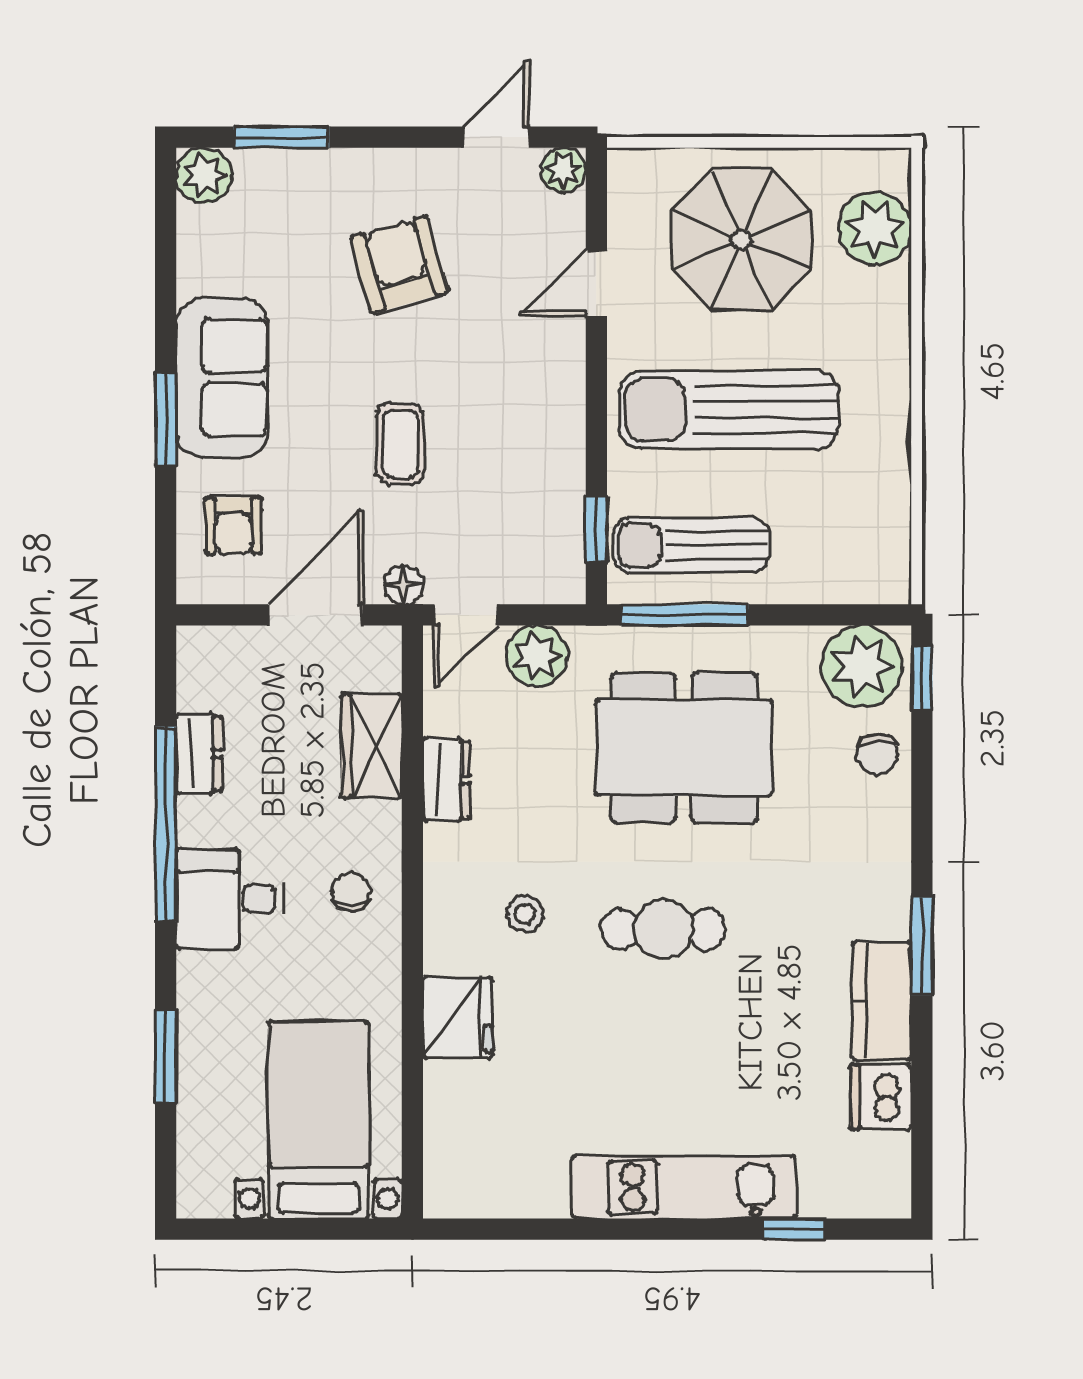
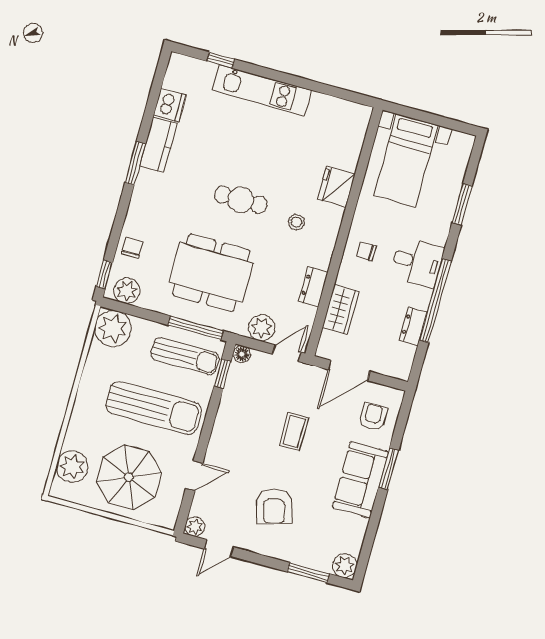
plant: (869, 562) -> (113, 329), added
floor lamp: (404, 585) -> (242, 354), moved
plant: (862, 666) -> (127, 291), width x0.73, depth x0.73
chair: (351, 892) -> (366, 251), turned 90

